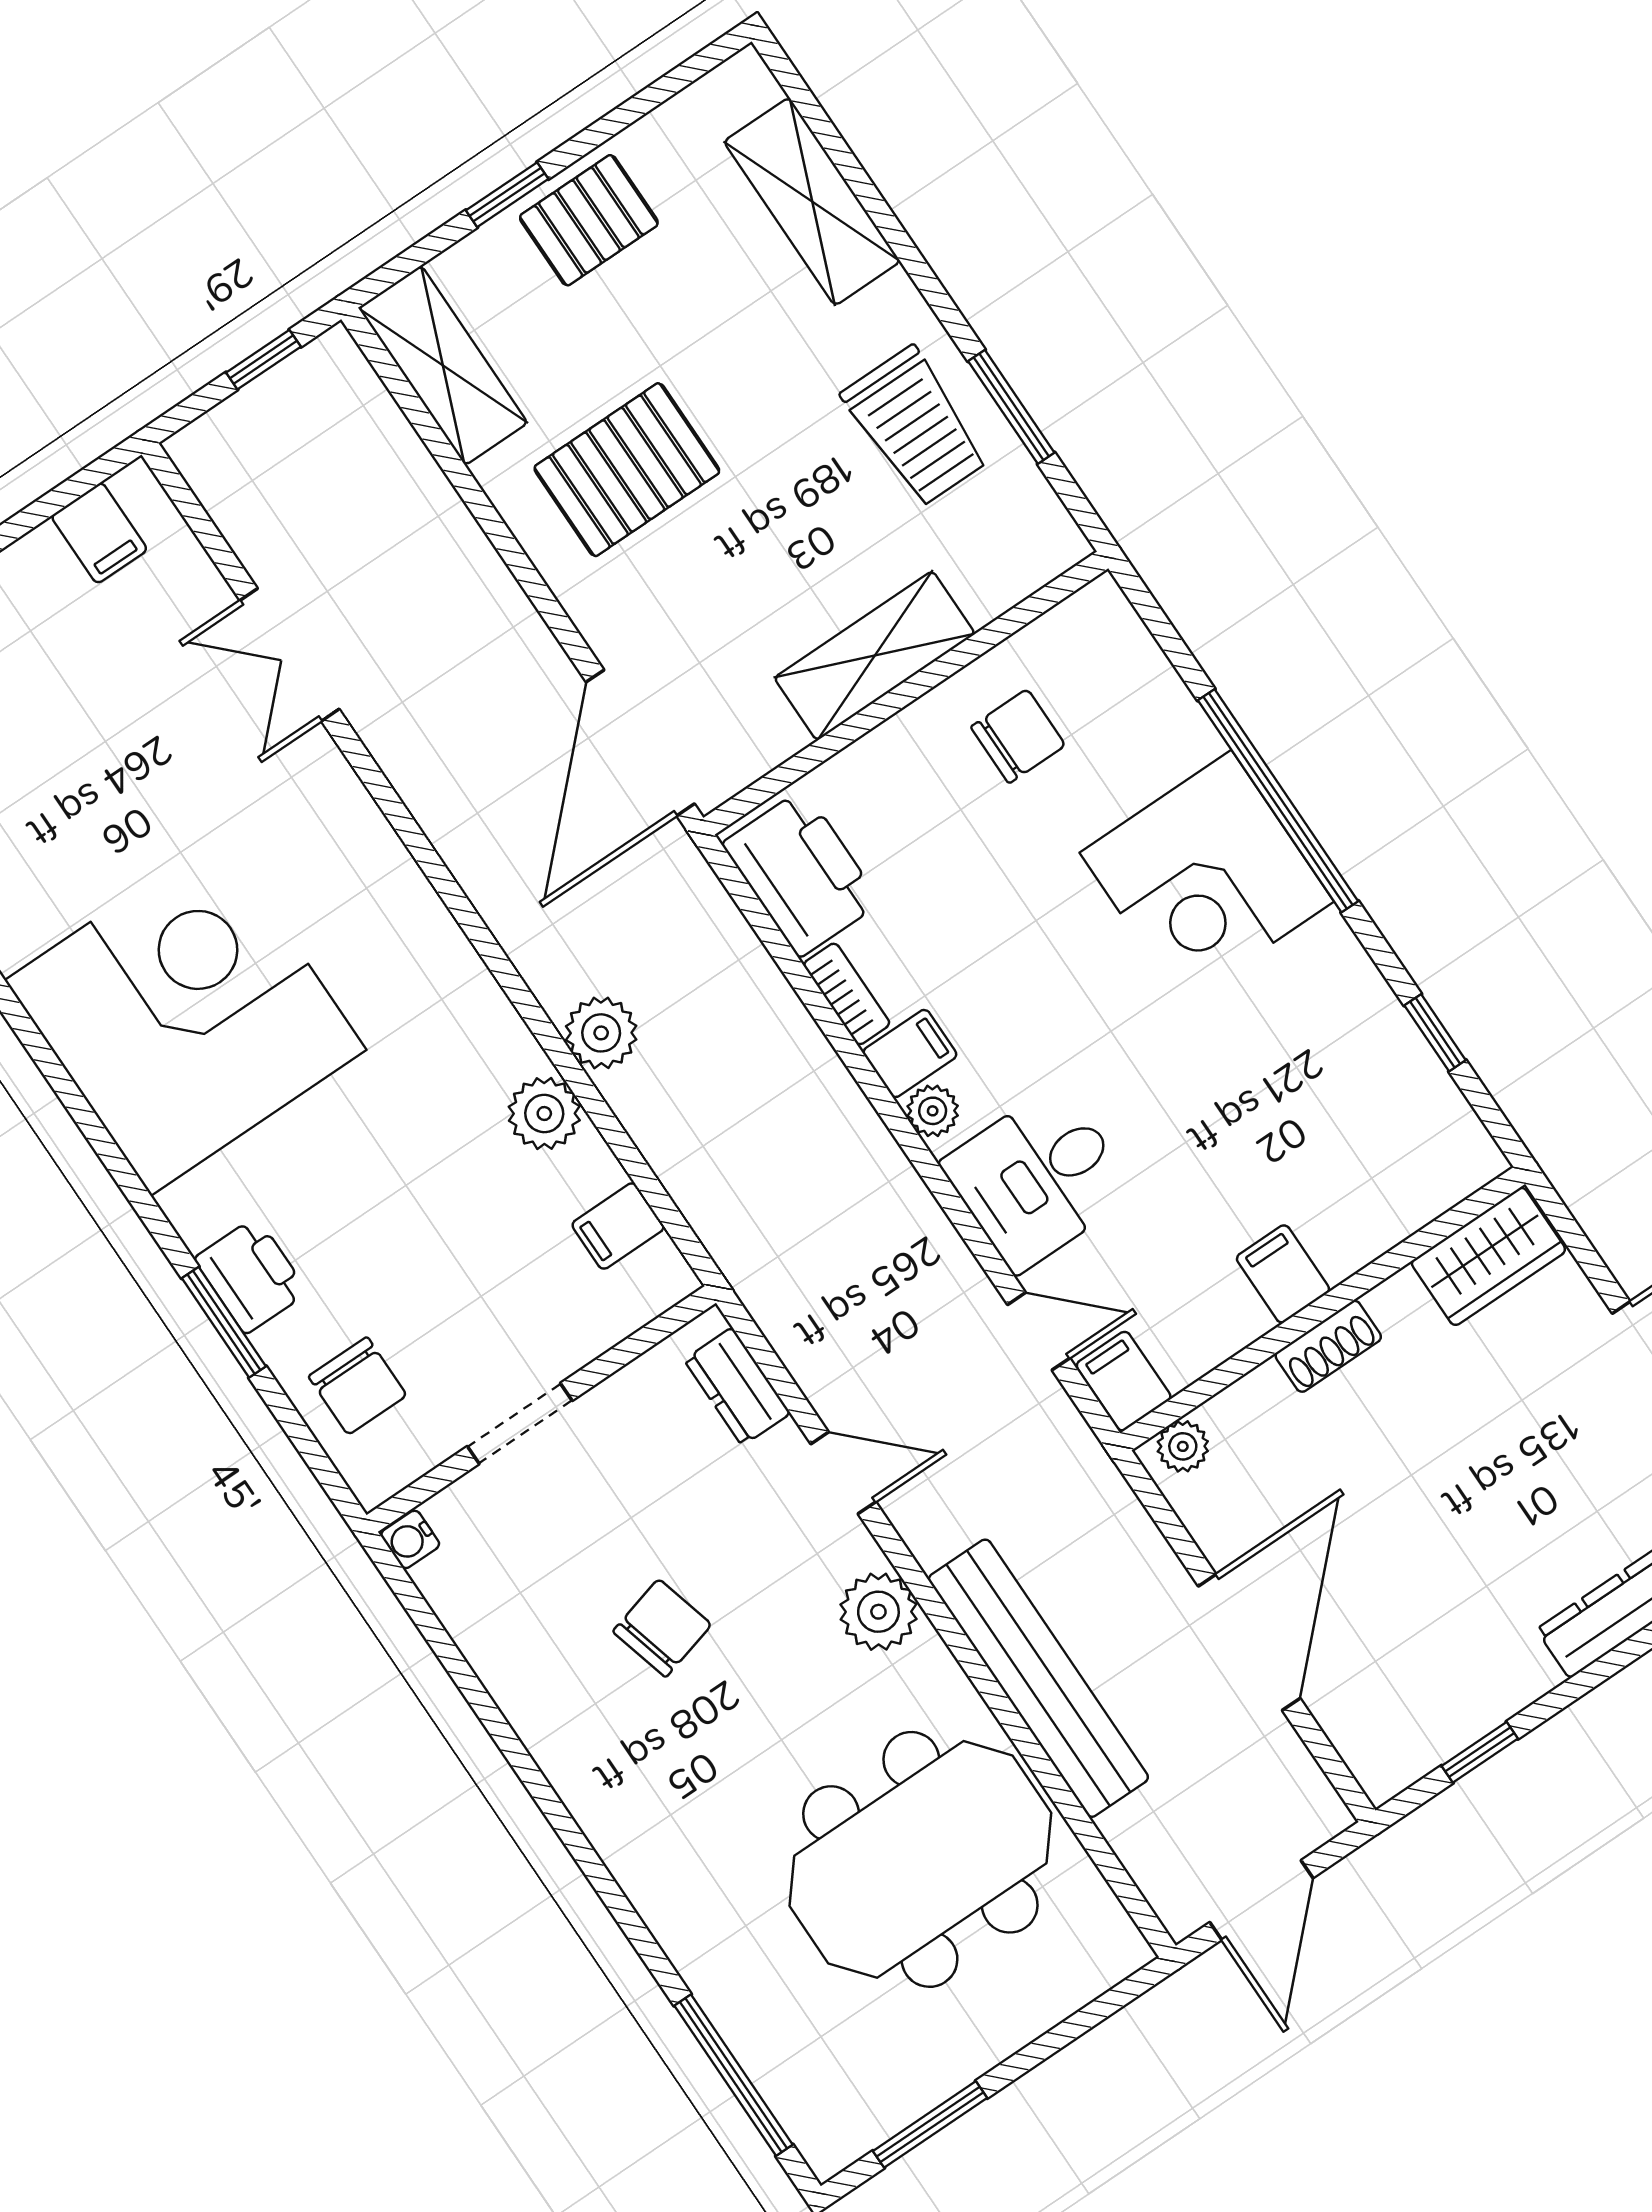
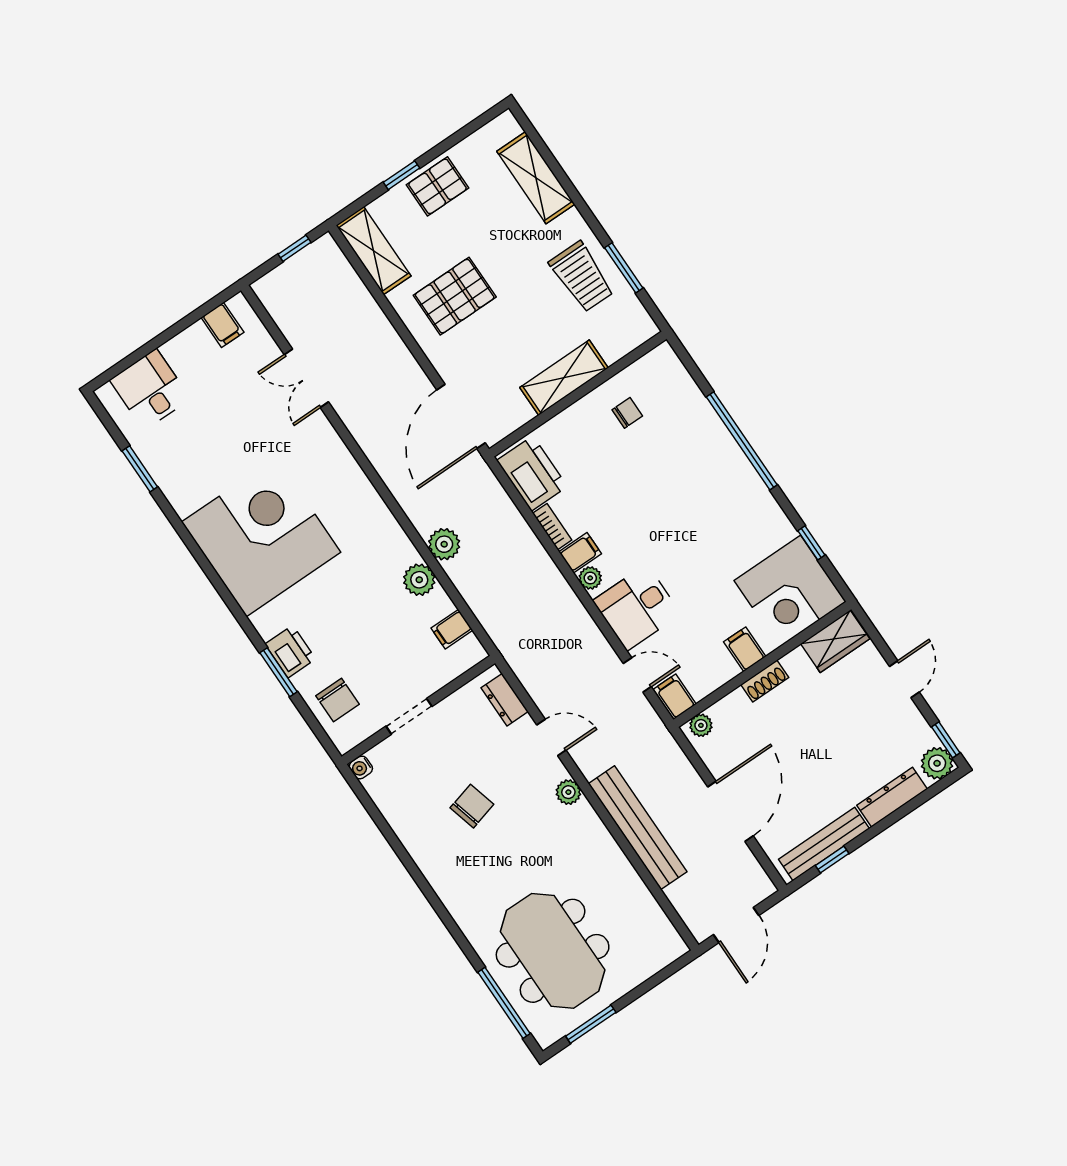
chair: (1018, 736) -> (627, 413), width x0.73, depth x0.73
corner desk: (1207, 877) -> (790, 591), moved
plant: (878, 1612) -> (568, 792), width x0.73, depth x0.73
bench: (1461, 1717) -> (824, 844), added
meeting table: (920, 1859) -> (553, 951), moved, turned 90

